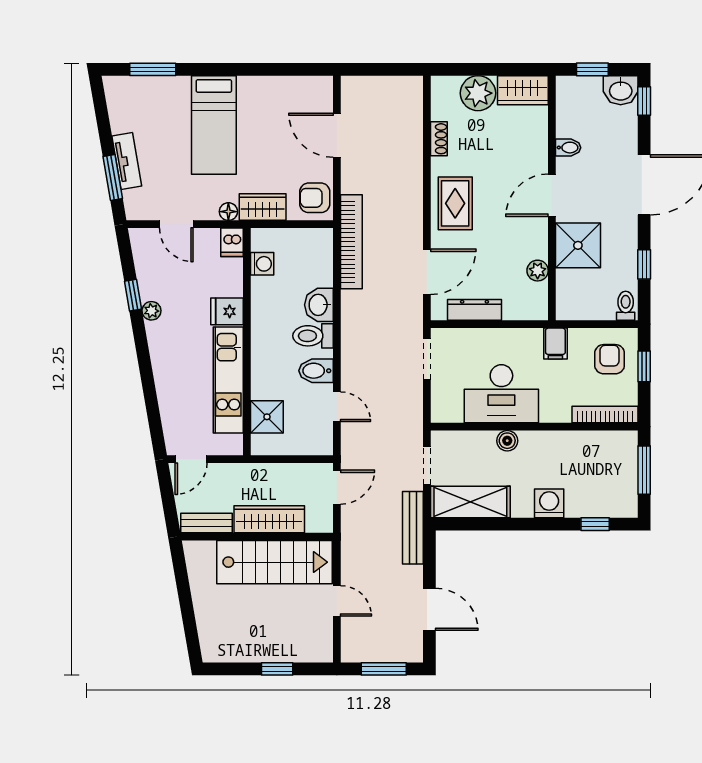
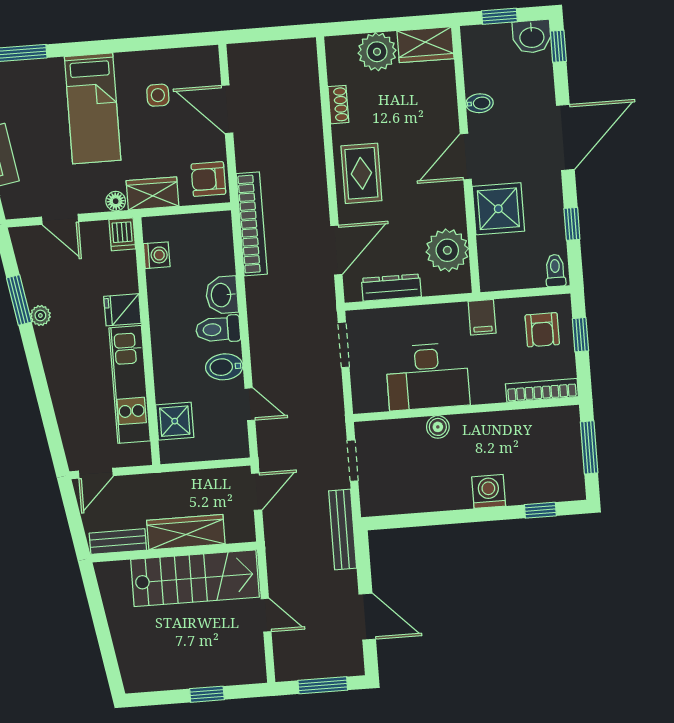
side table: (274, 117) -> (158, 95), added
plant: (538, 271) -> (447, 250), width x1.87, depth x1.87
window: (133, 295) -> (19, 300), width x1.50
armchair: (610, 359) -> (542, 330), turned 180
shelving: (470, 502) -> (403, 497), removed

